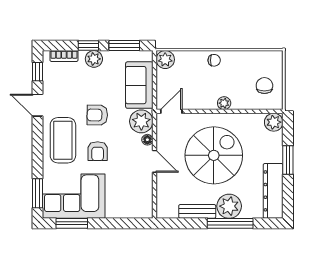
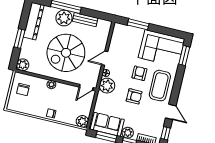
sofa: (139, 85) -> (107, 124), moved, turned -90
door: (154, 161) -> (105, 58), hinge flipped
window: (72, 223) -> (138, 24), moved

